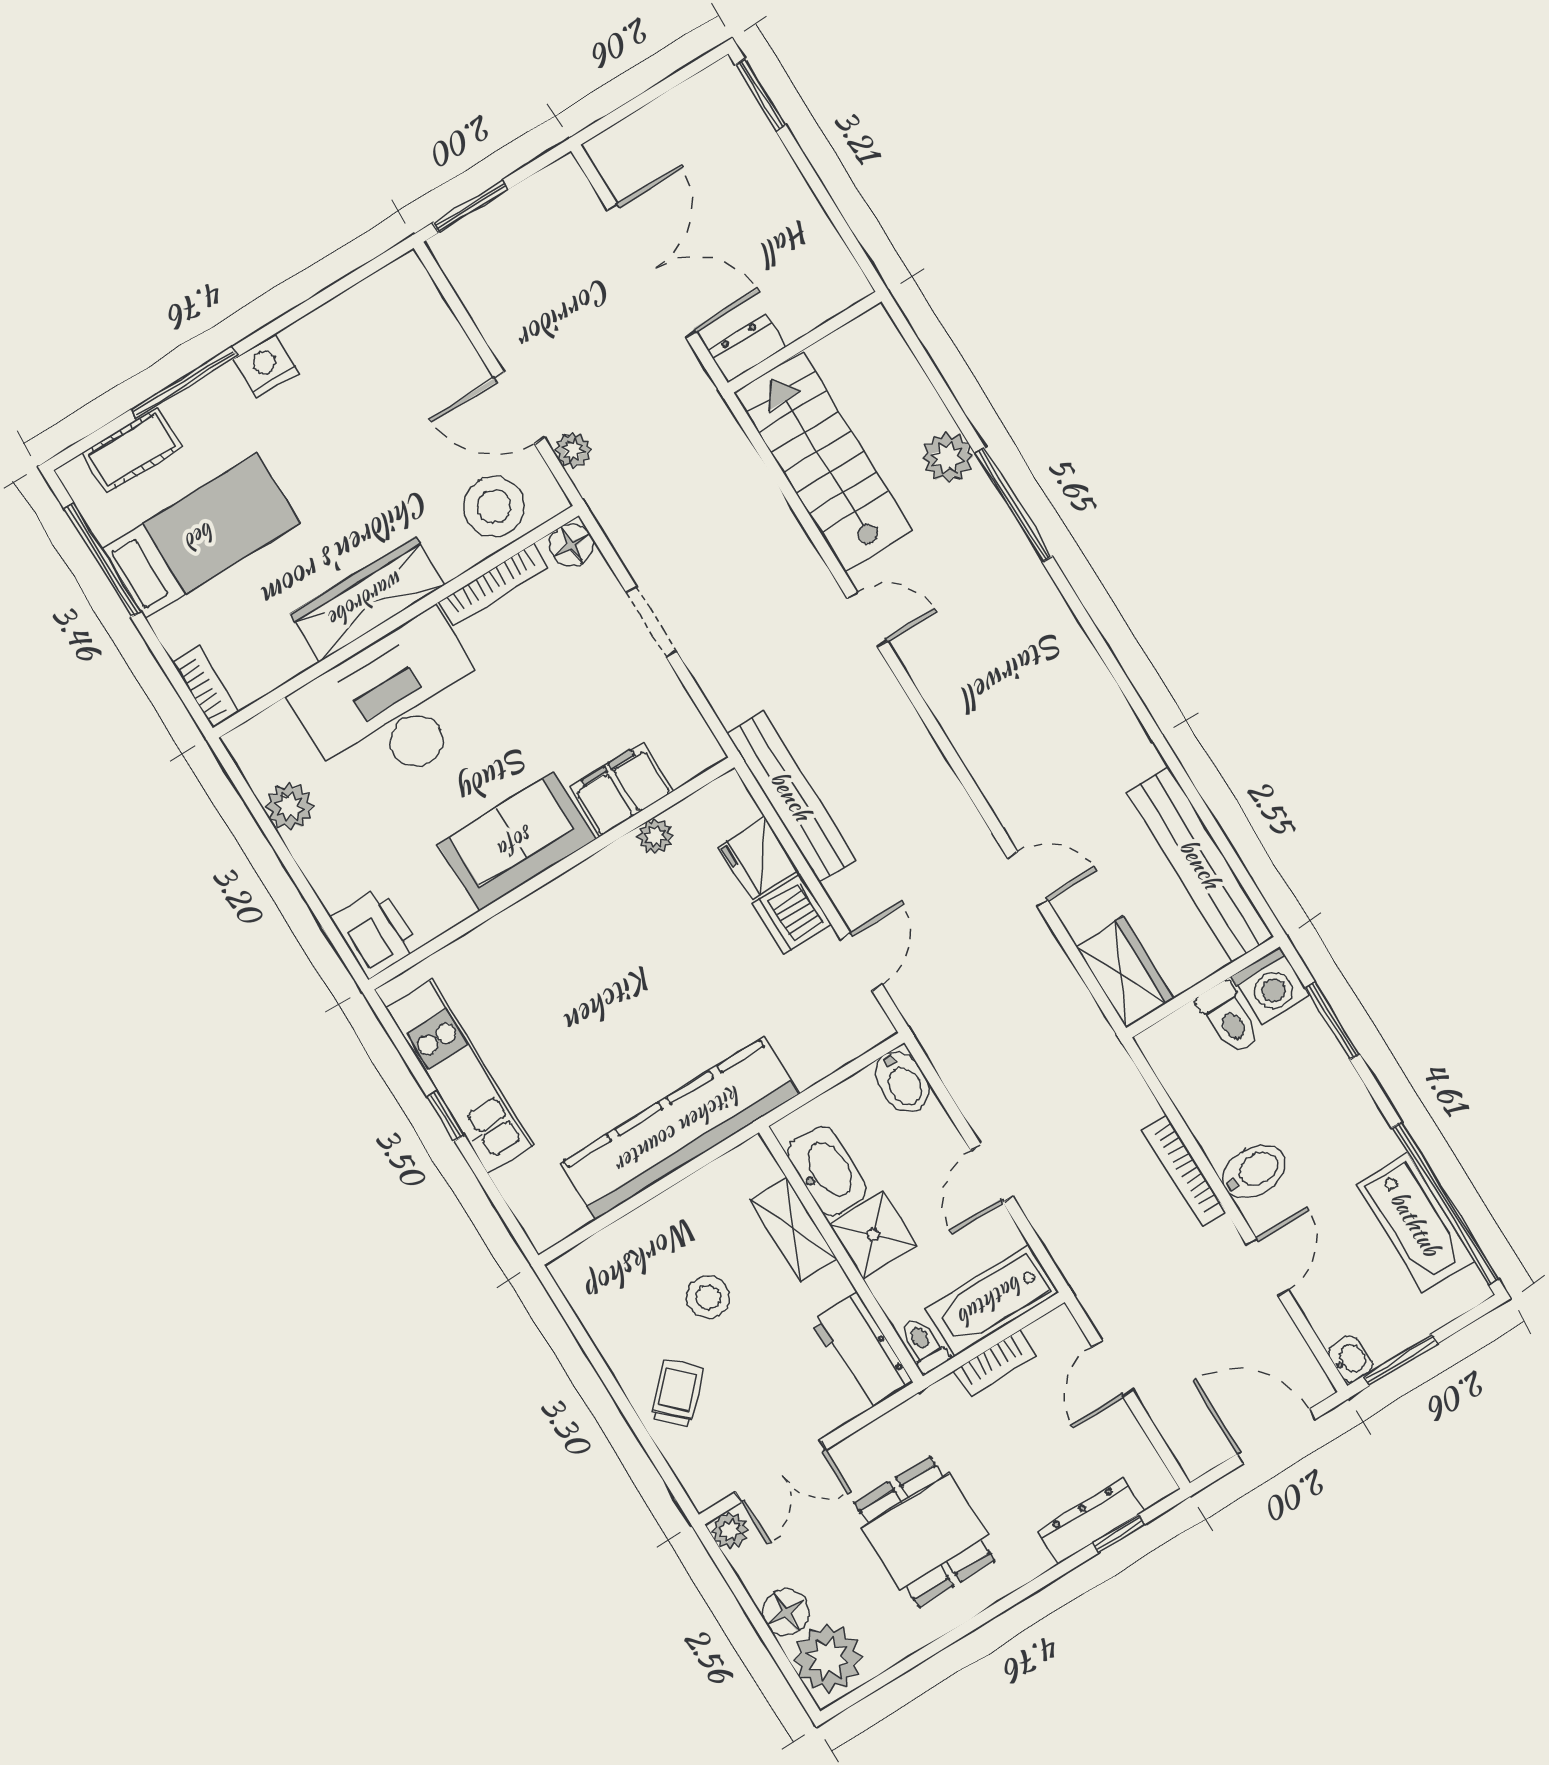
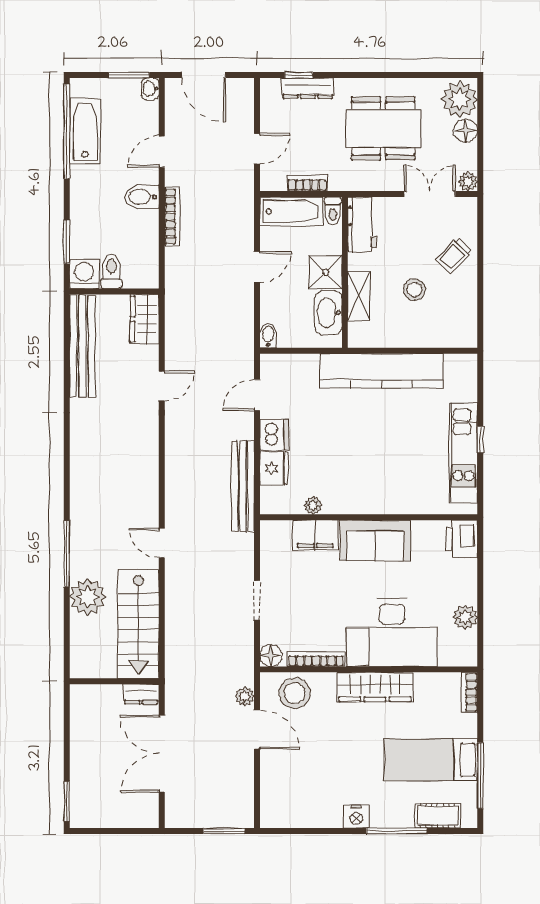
plant: (948, 457) -> (88, 597), width x1.36, depth x1.36
door: (1028, 879) -> (162, 386), swing flipped
bidet: (902, 1082) -> (268, 336), width x0.72, depth x0.74
dining table: (925, 1532) -> (383, 128), width x1.38

